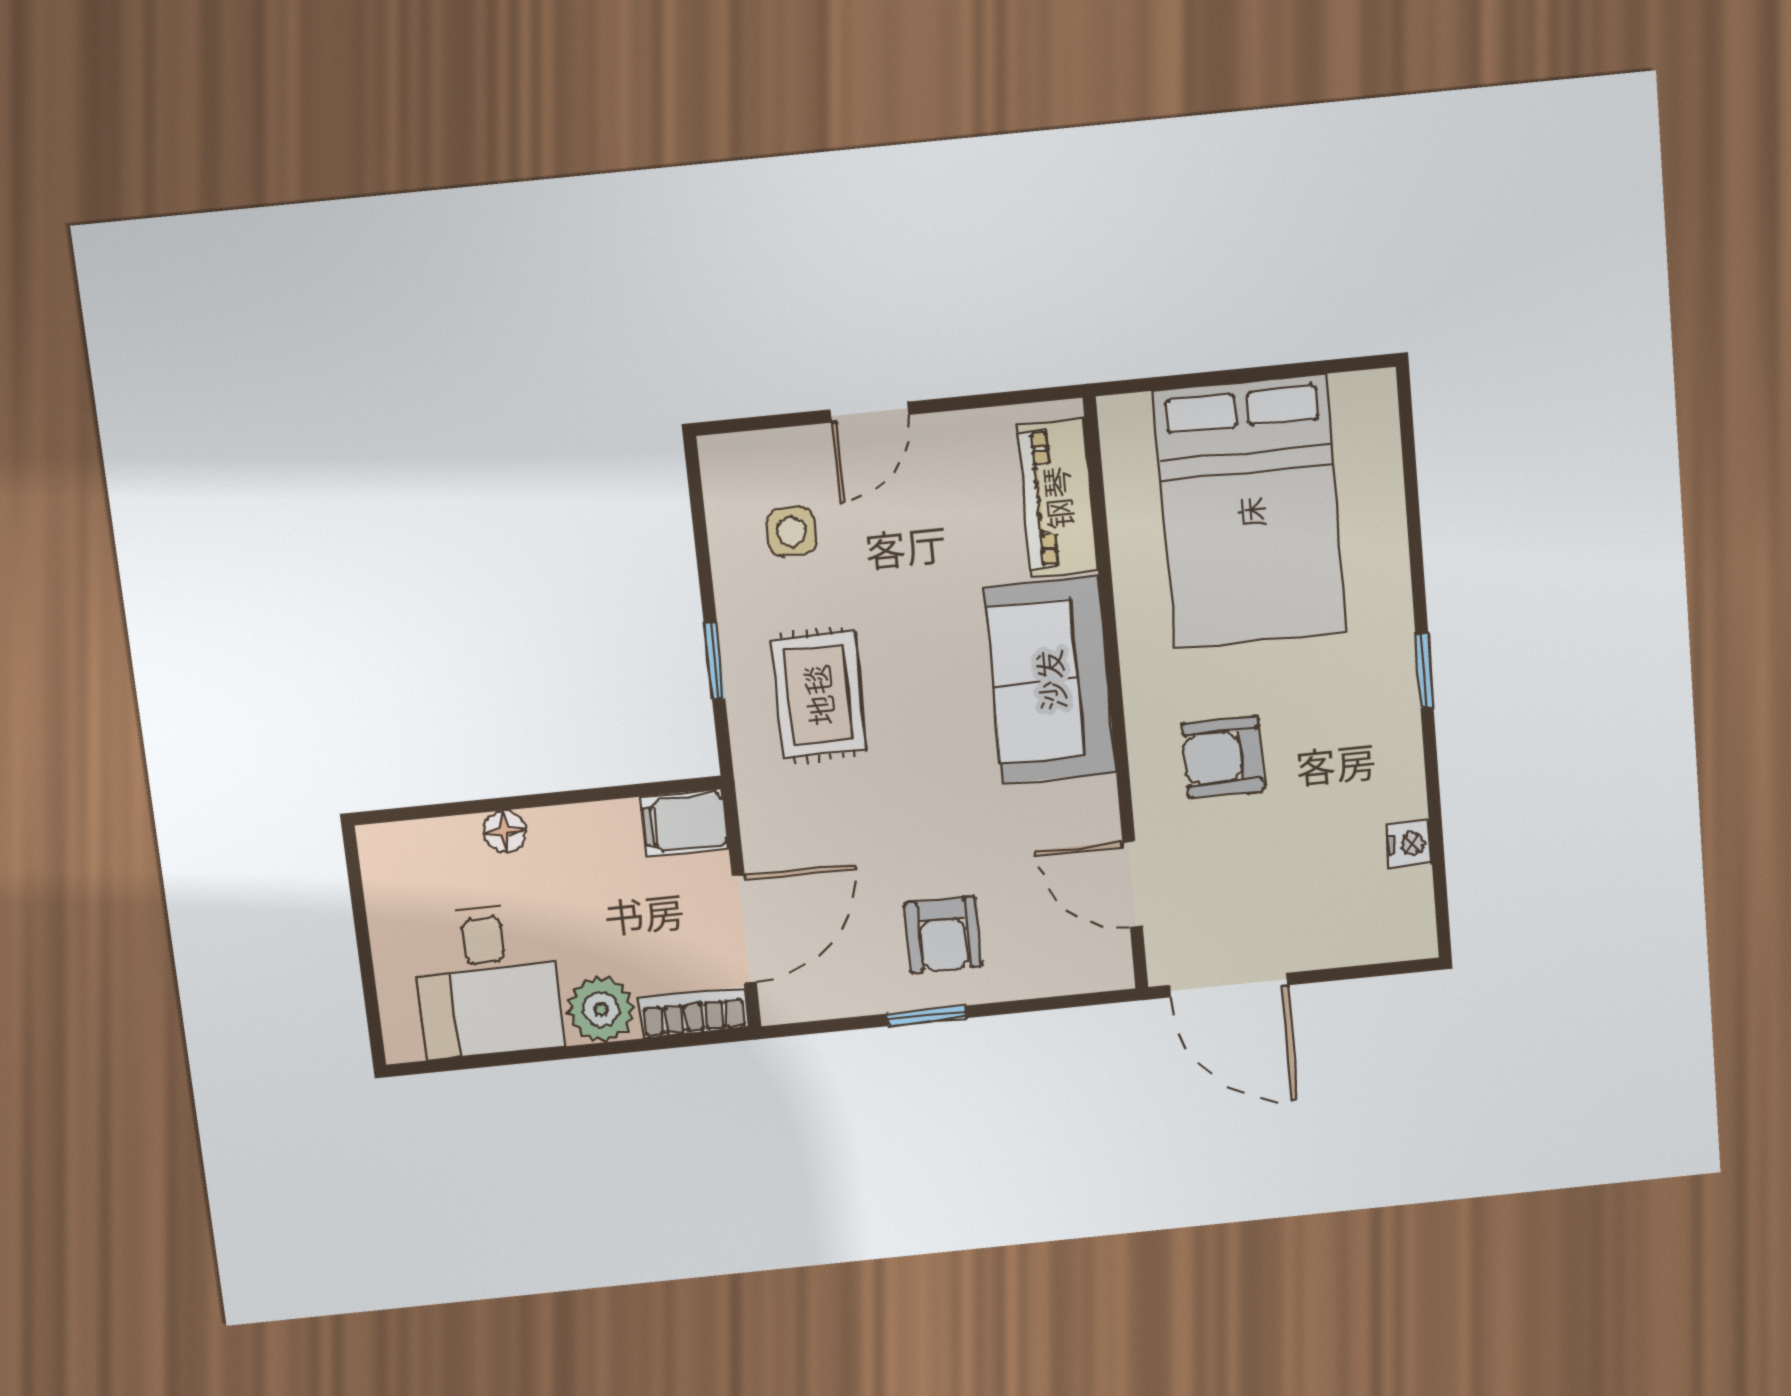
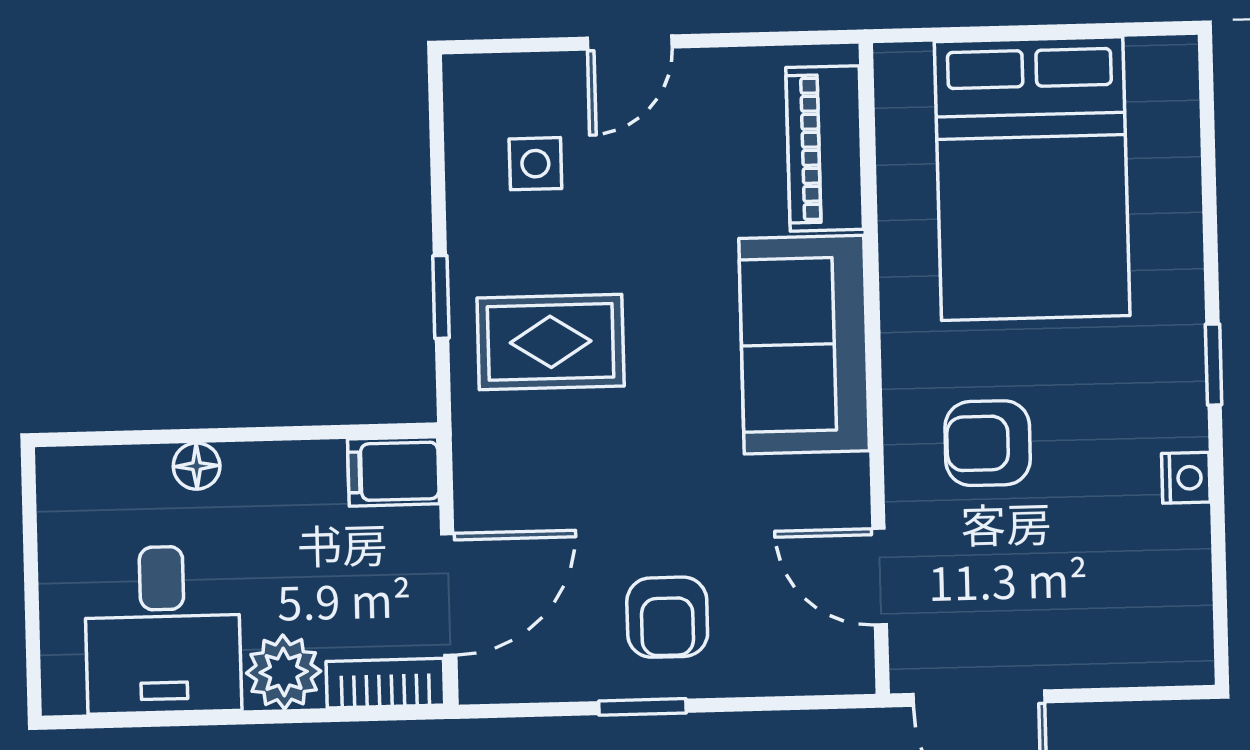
rug: (818, 695) -> (551, 342), turned 90
nightstand: (1409, 844) -> (1186, 478), moved

